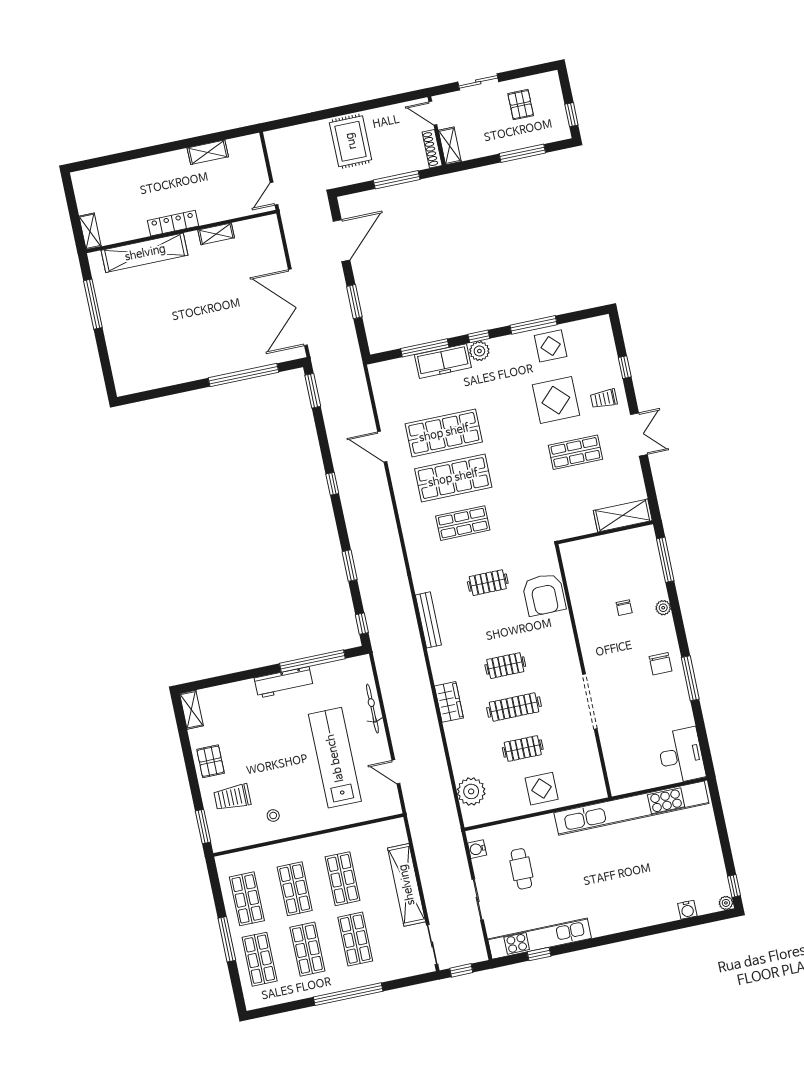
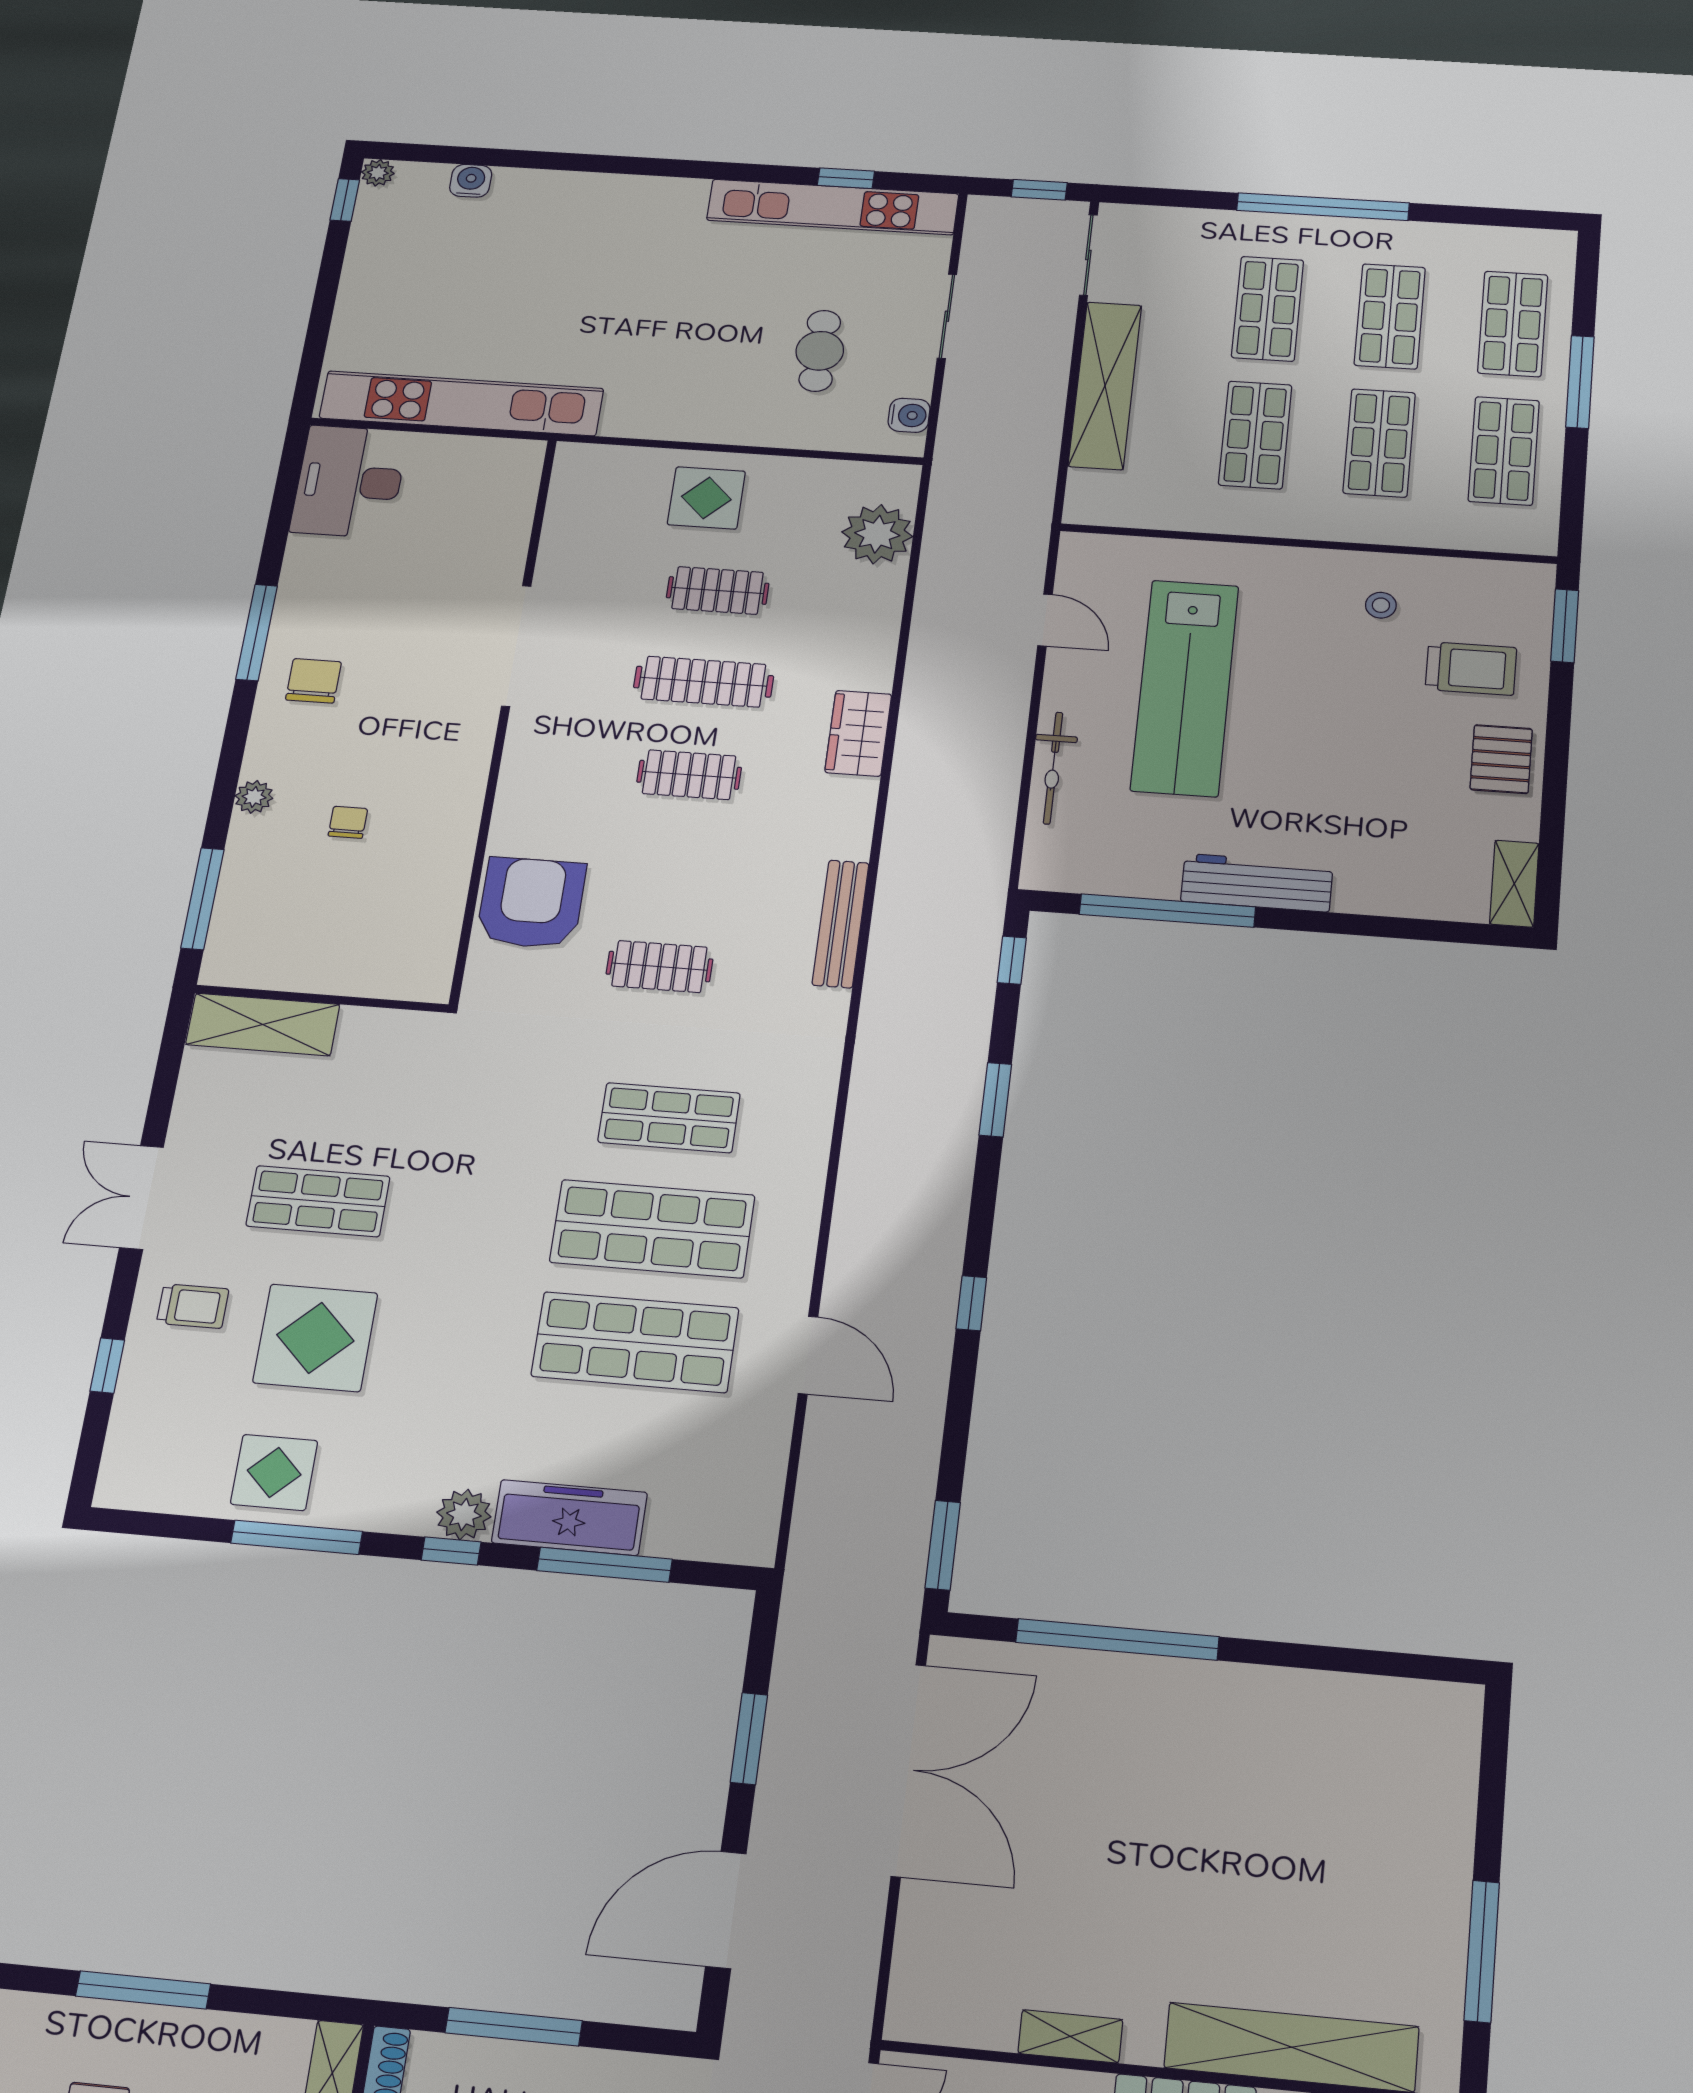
kitchen unit: (631, 808) -> (461, 403), width x0.73

